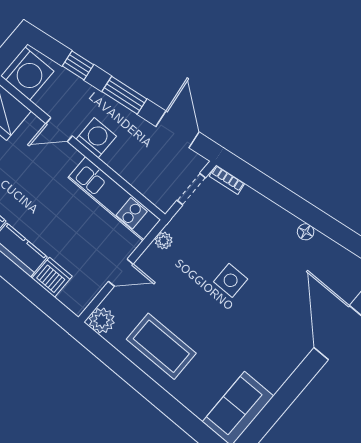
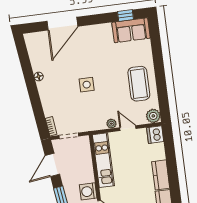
plant: (164, 241) -> (111, 124), moved
dishwasher: (52, 277) -> (155, 135), moved
window: (264, 422) -> (126, 15), added

